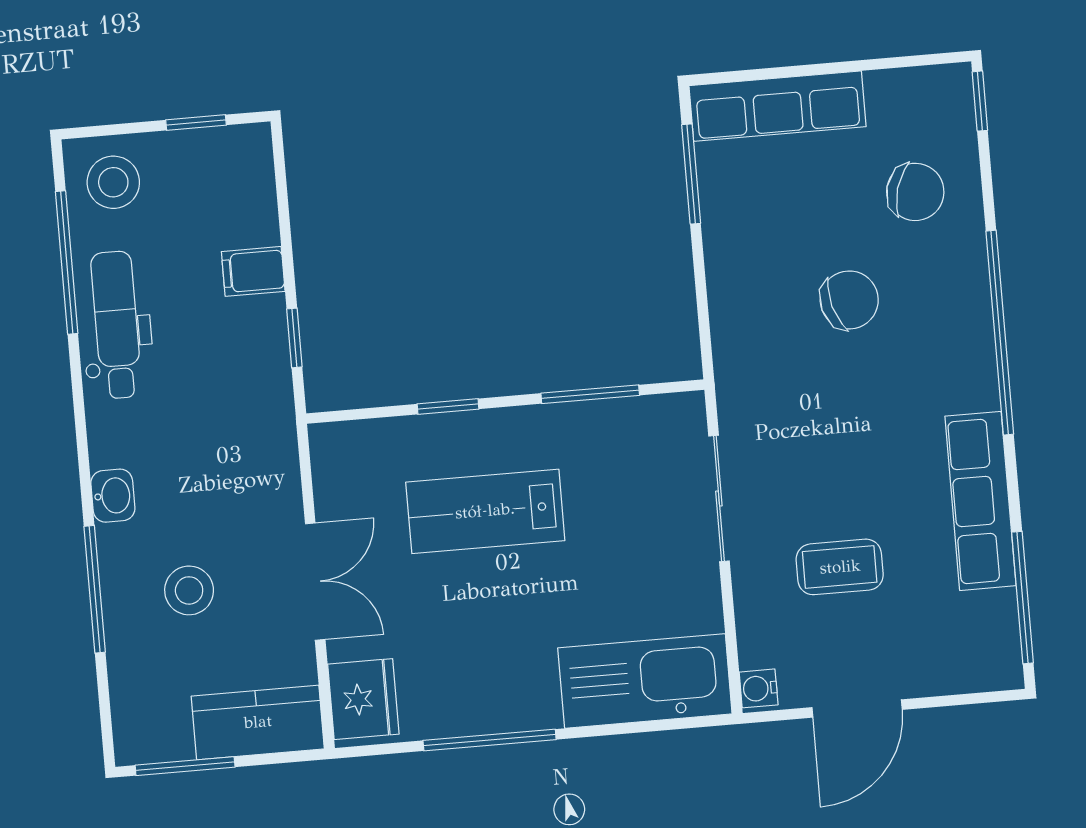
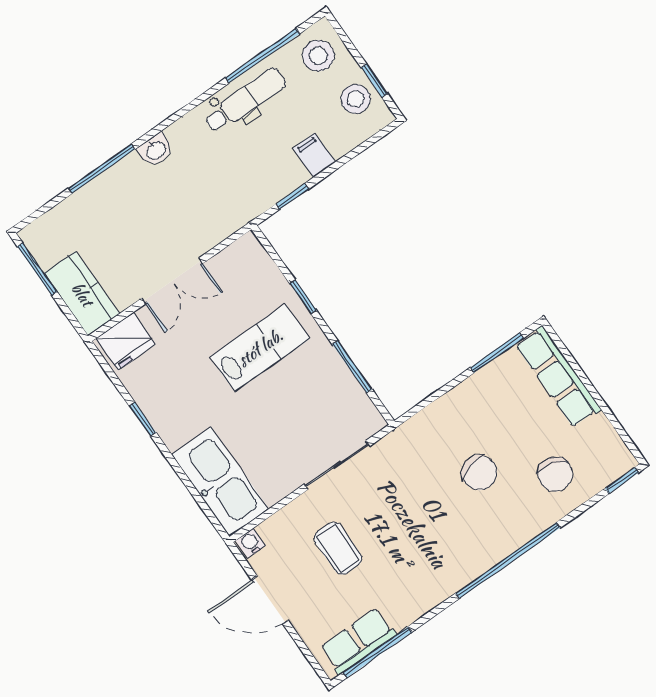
row of seats: (980, 501) -> (358, 641), moved, width x0.68
lab bench: (485, 511) -> (260, 348), turned 90
stool: (189, 590) -> (356, 99), moved
window: (490, 740) -> (143, 419), width x0.46

